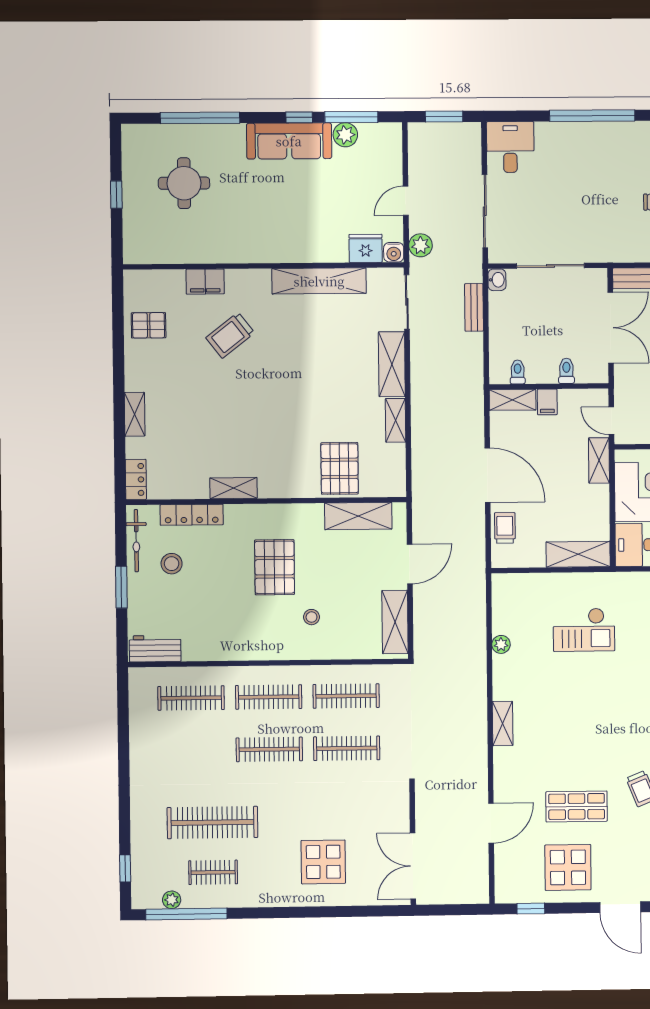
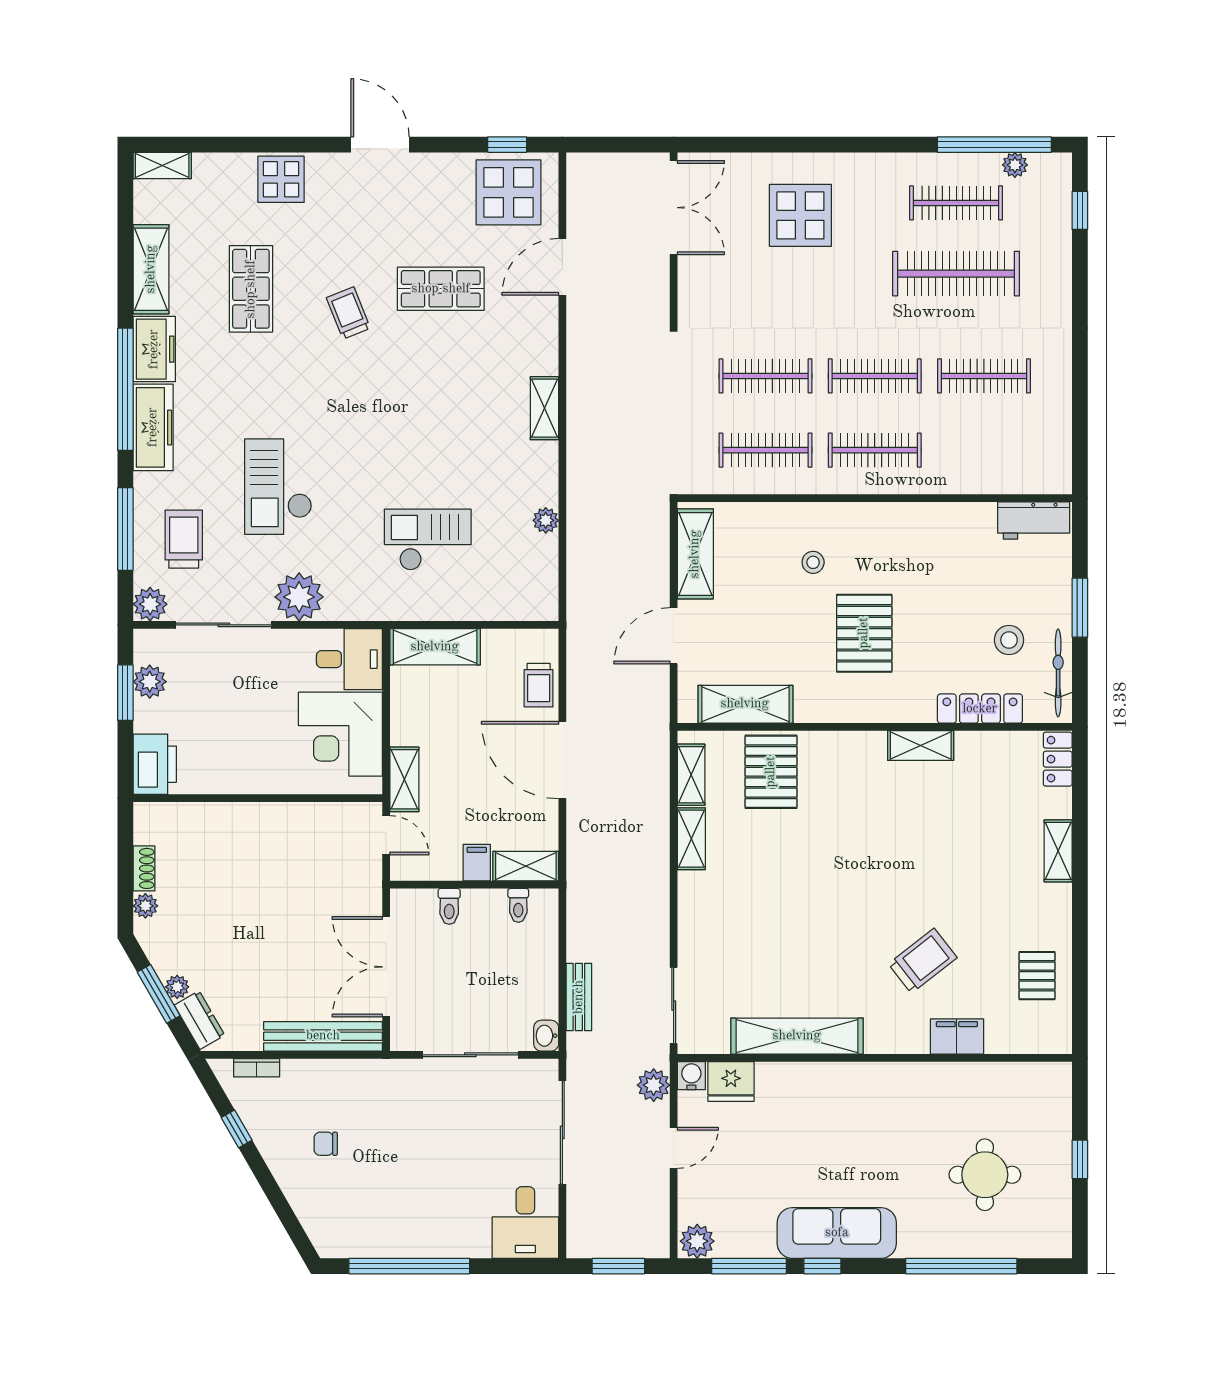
plant: (345, 135) -> (697, 1241), moved
pallet: (149, 325) -> (1037, 976), turned 90
shelving: (392, 364) -> (691, 775), moved, width x0.67, depth x0.75
clothes rail: (191, 698) -> (984, 376), moved
display table: (568, 867) -> (508, 192), moved
clothes rail: (213, 872) -> (956, 203), width x1.36

